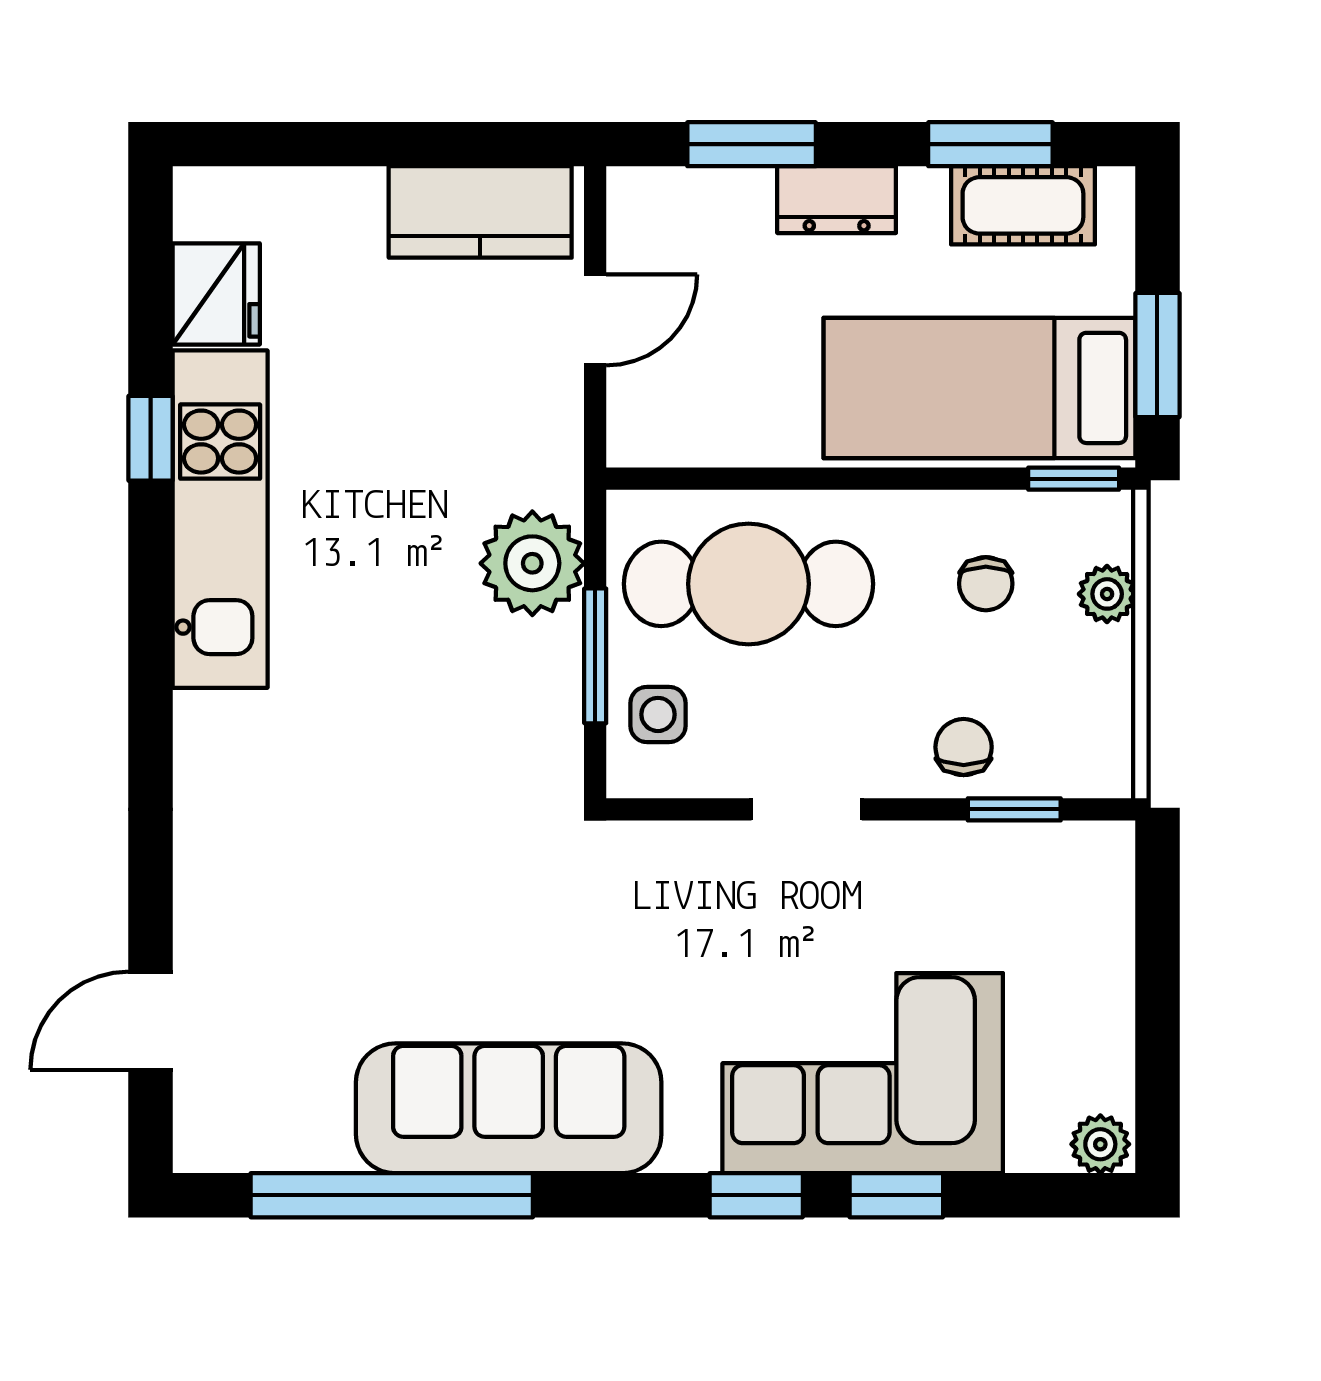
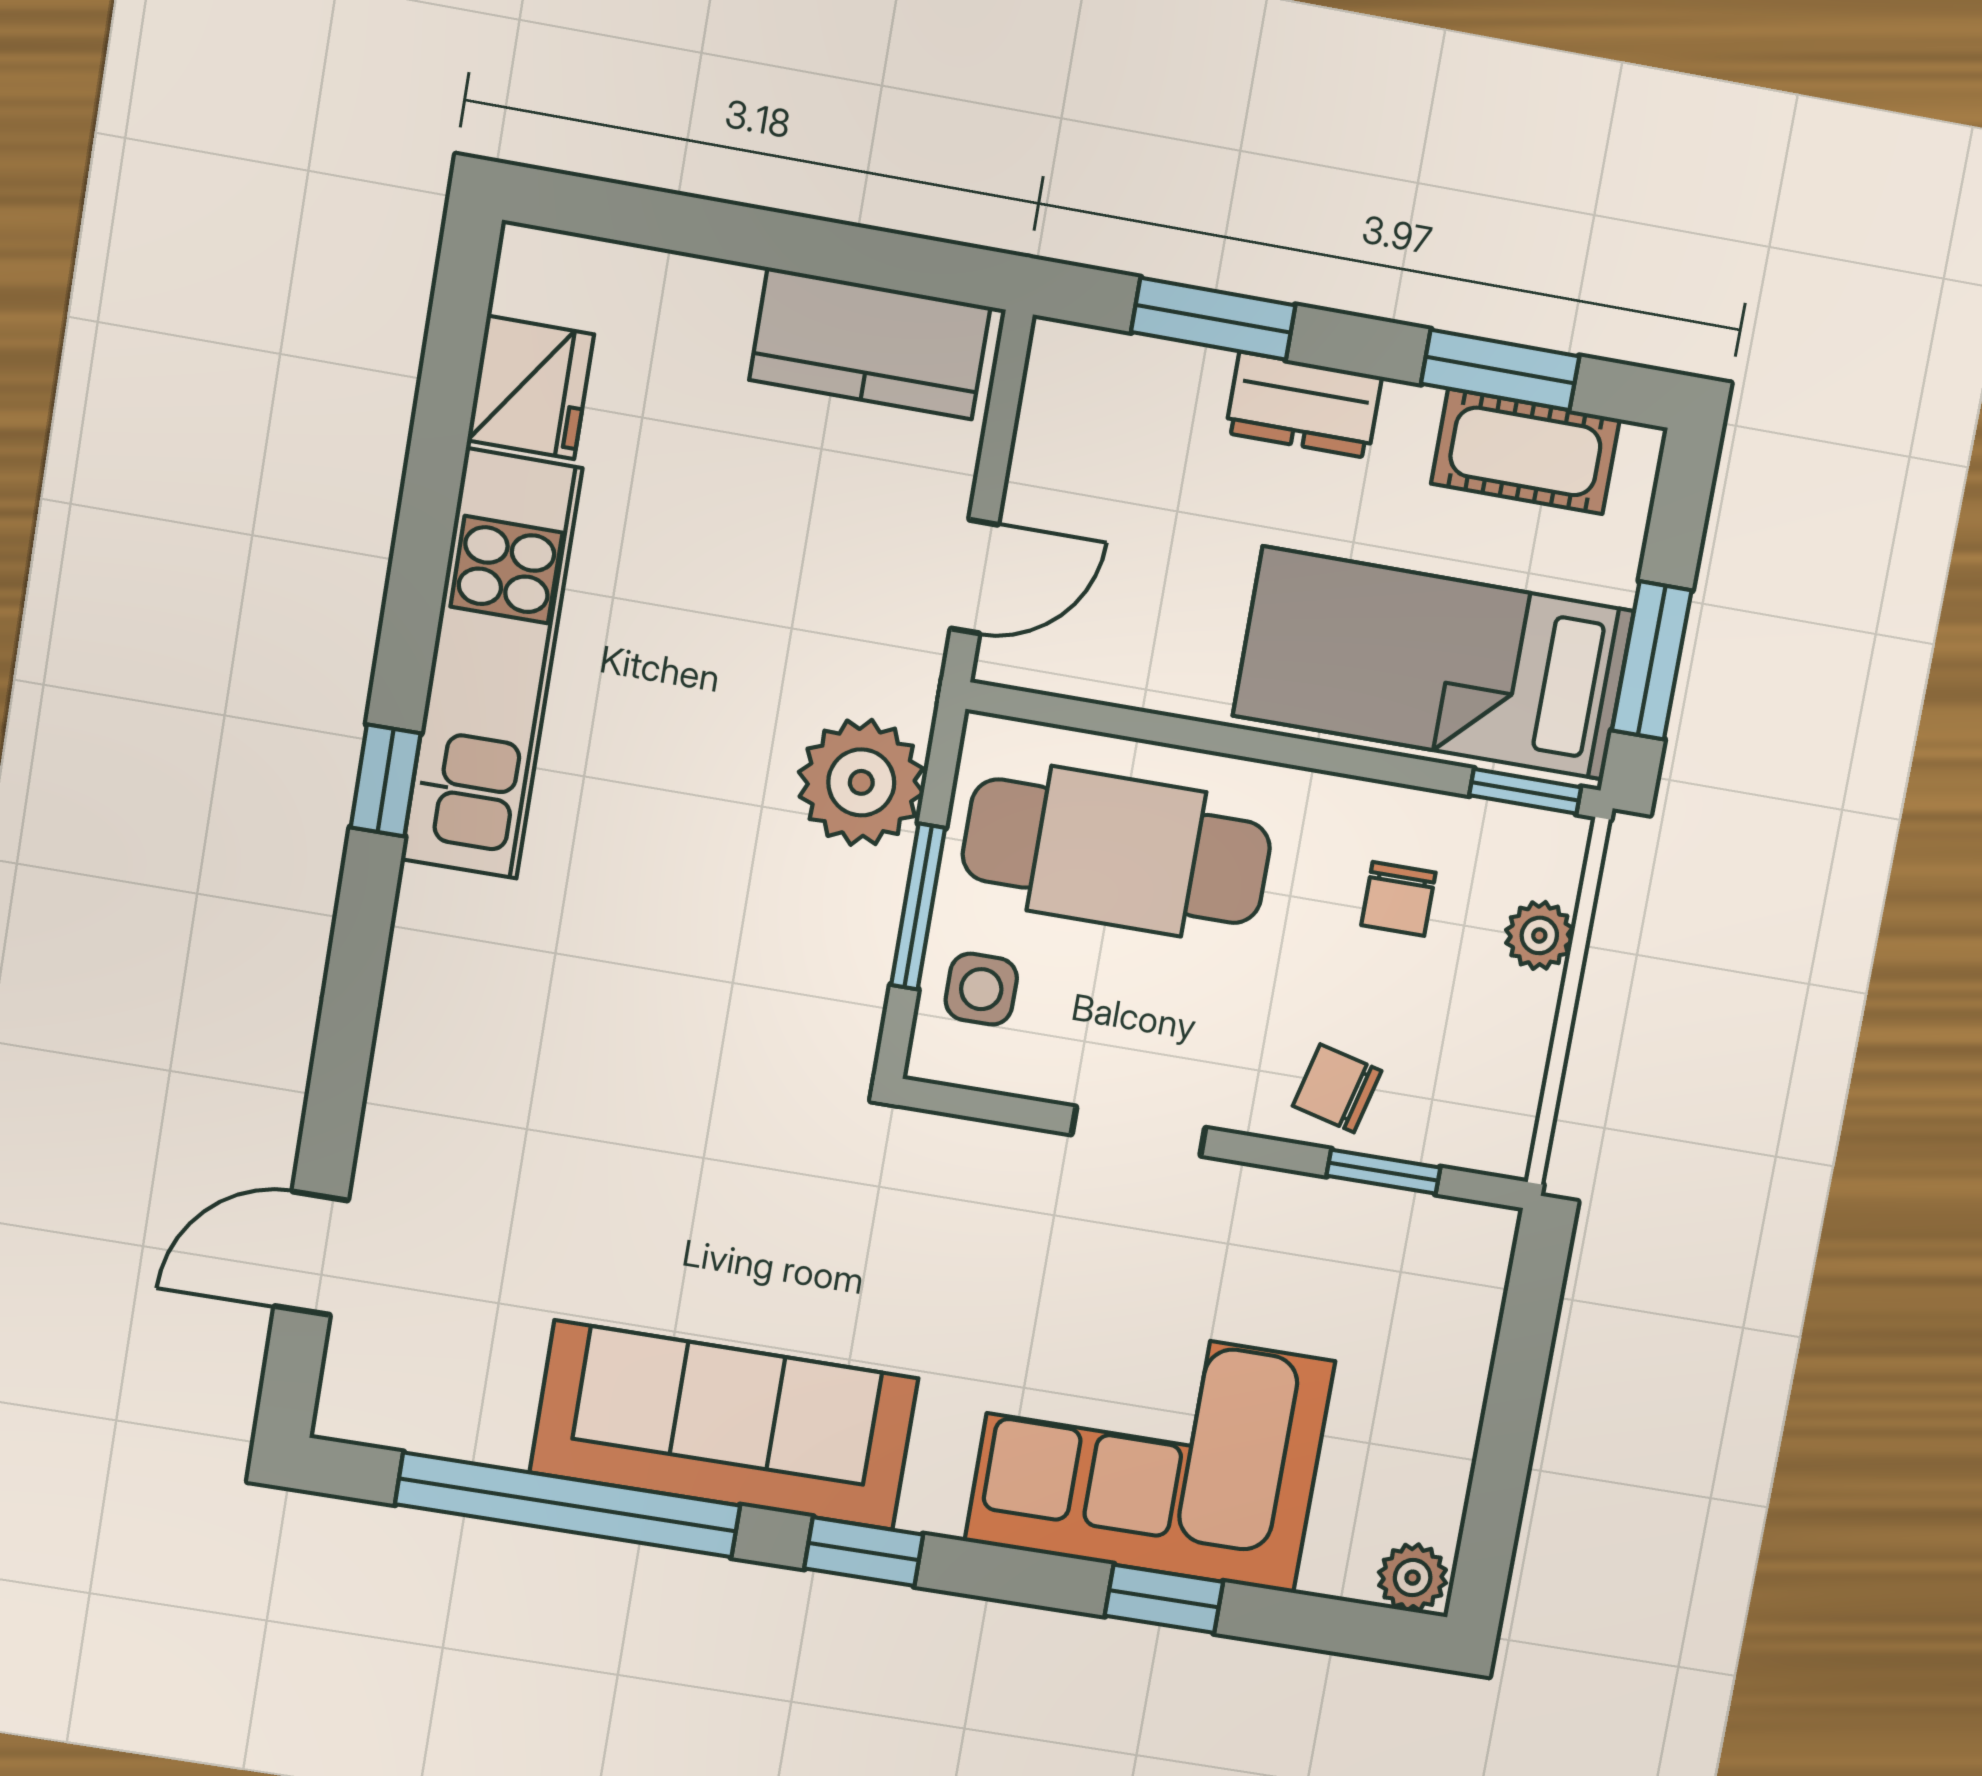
door: (595, 320) -> (974, 577), moved
window: (151, 438) -> (386, 780), moved
chair: (964, 747) -> (1337, 1088), turned -76
window: (756, 1195) -> (864, 1552), moved

